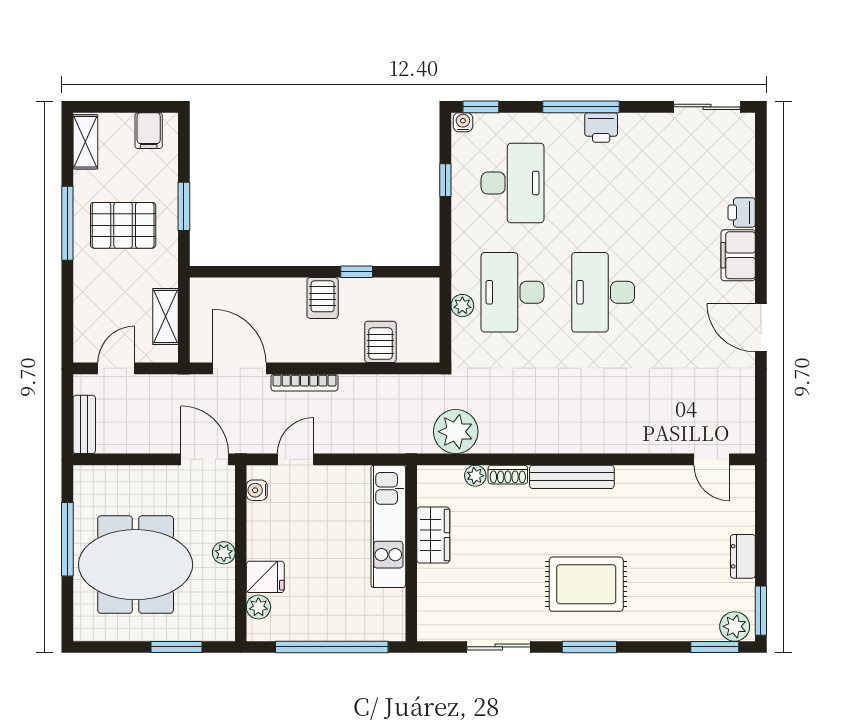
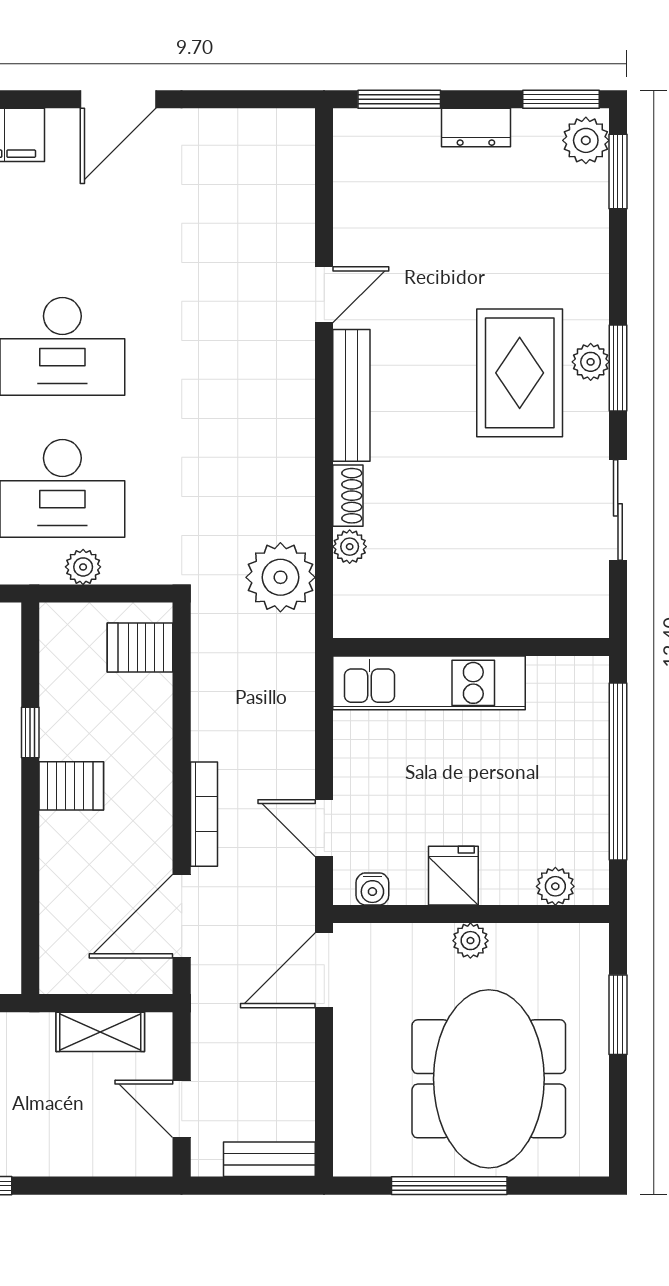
server rack: (380, 342) -> (140, 648), moved
door: (712, 459) -> (324, 295), moved
window: (761, 507) -> (399, 99), added
wardrobe: (433, 535) -> (443, 612), removed
fridge: (265, 577) -> (453, 876), moved
plant: (593, 629) -> (591, 362), added

